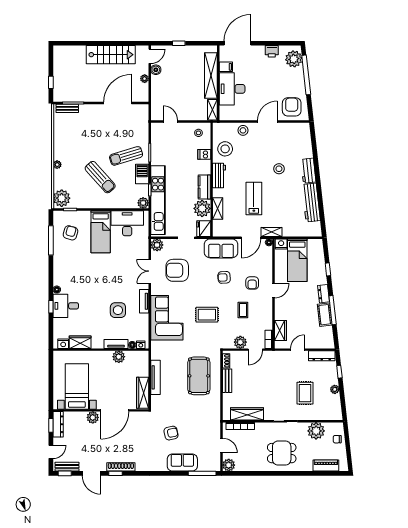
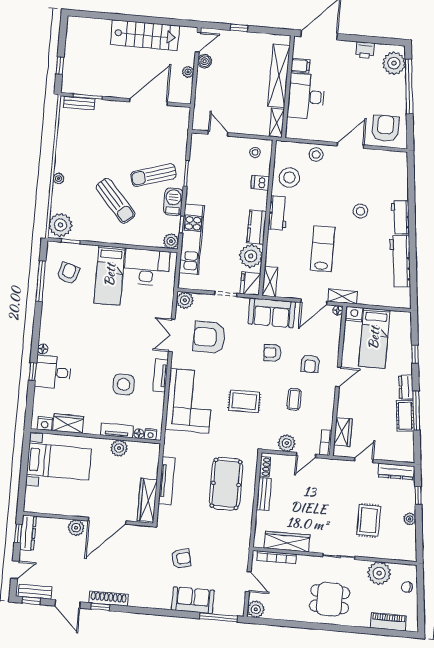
kitchen unit: (158, 200) -> (192, 239), width x0.73
shelving: (218, 209) -> (270, 281), moved
bed with nightstands: (77, 387) -> (59, 462), moved, turned 90

